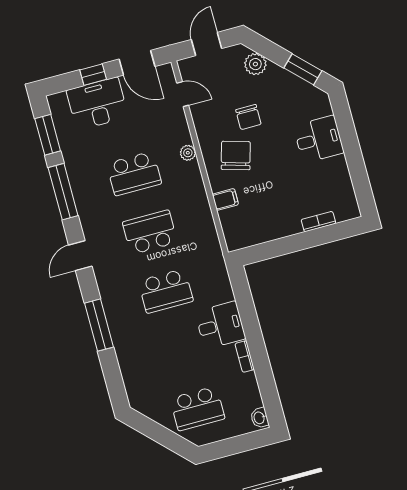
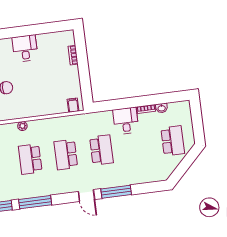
chair: (236, 155) -> (28, 98), removed
school desk: (134, 174) -> (30, 159), turned 180
filing cabinet: (225, 199) -> (73, 105), moved
door: (80, 256) -> (86, 196), moved
washbasin: (260, 418) -> (162, 108), moved

